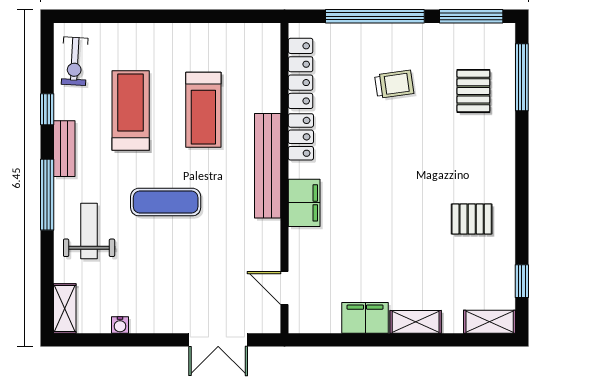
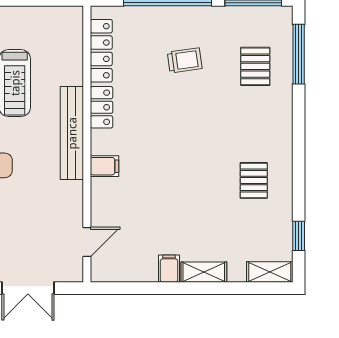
filing cabinet: (304, 203) -> (105, 166), width x0.50
pallet: (472, 219) -> (254, 180), turned 90
door: (284, 288) -> (87, 242), swing flipped
filing cabinet: (365, 318) -> (169, 269), width x0.50

